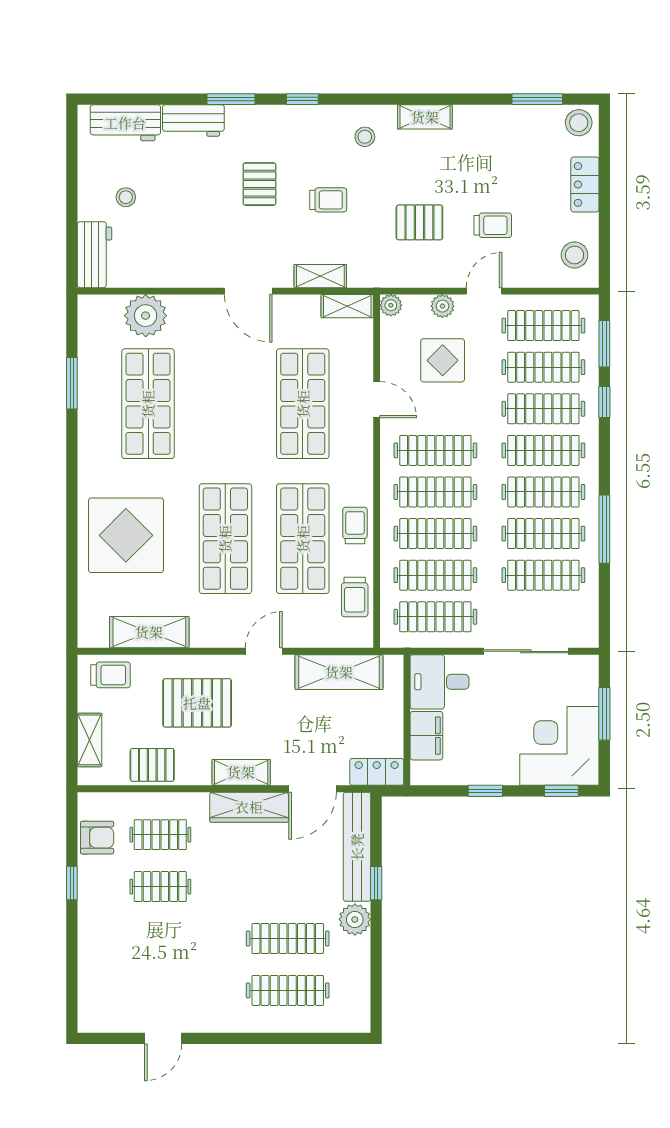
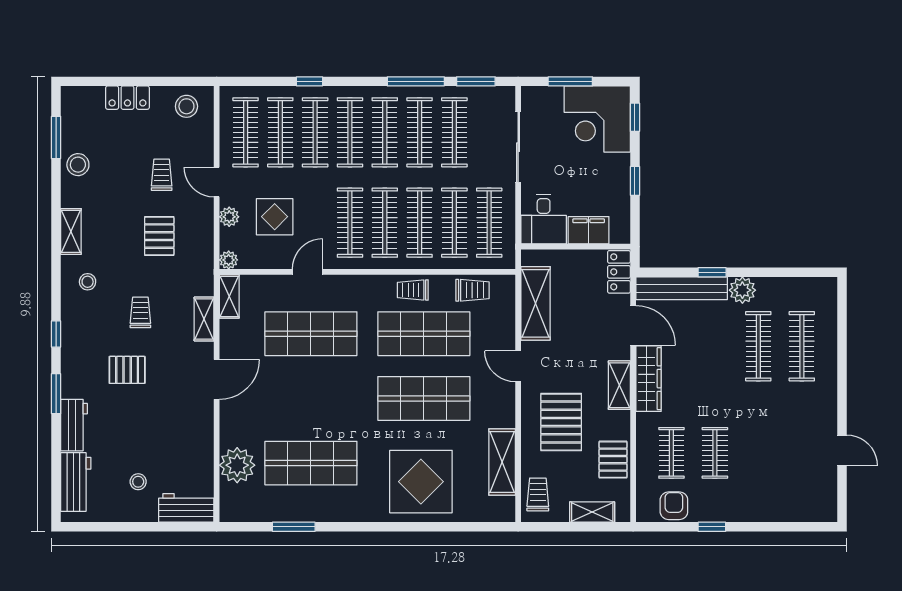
stool: (579, 123) -> (78, 165), moved
window: (604, 344) -> (476, 81), moved

